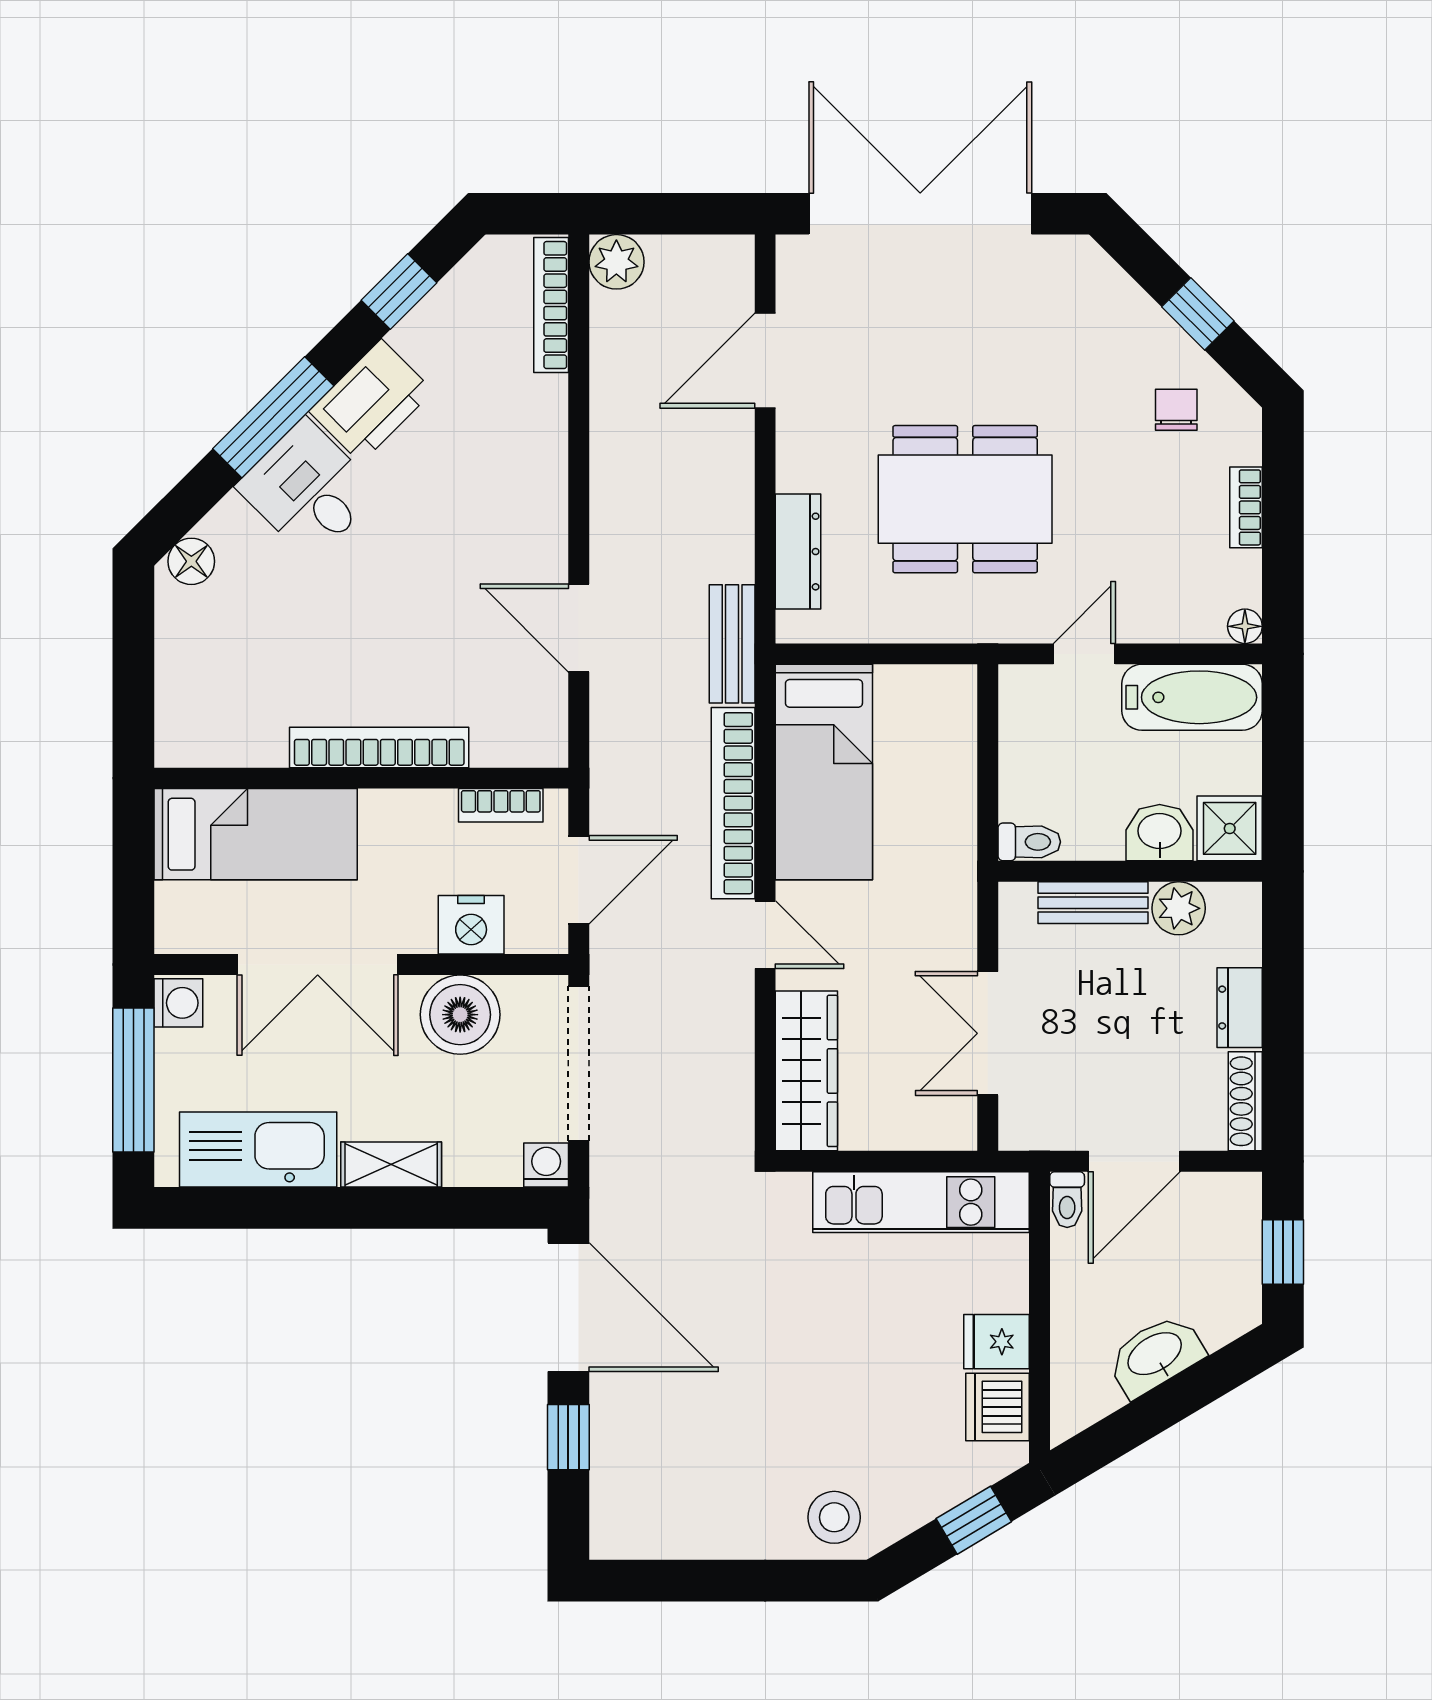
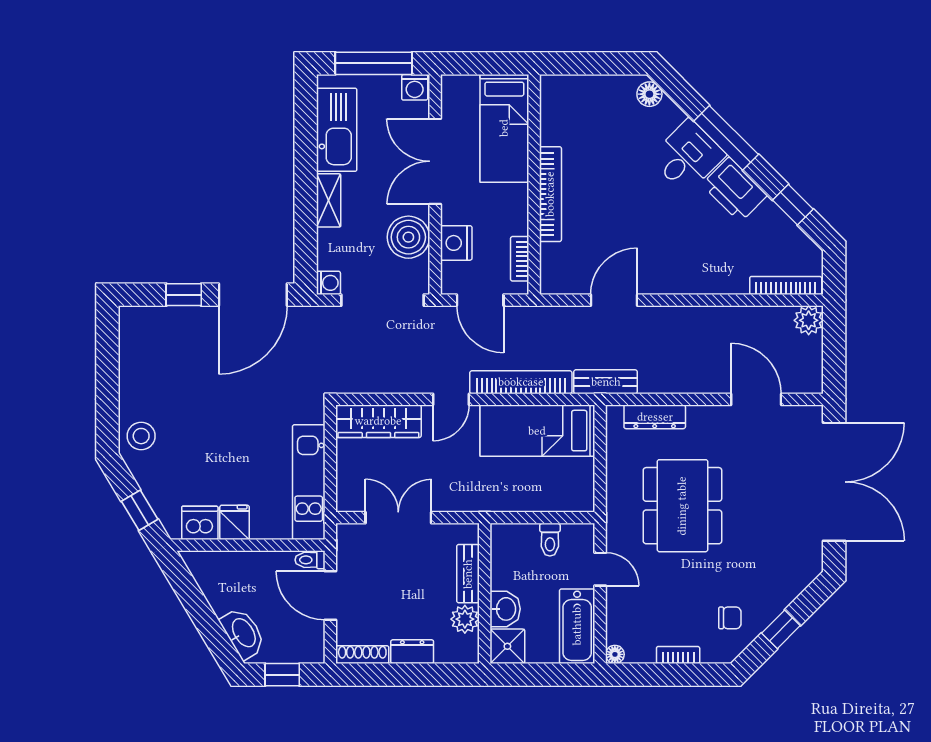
toilet: (1029, 842) -> (550, 540), moved
washbasin: (1156, 1355) -> (243, 633), moved

